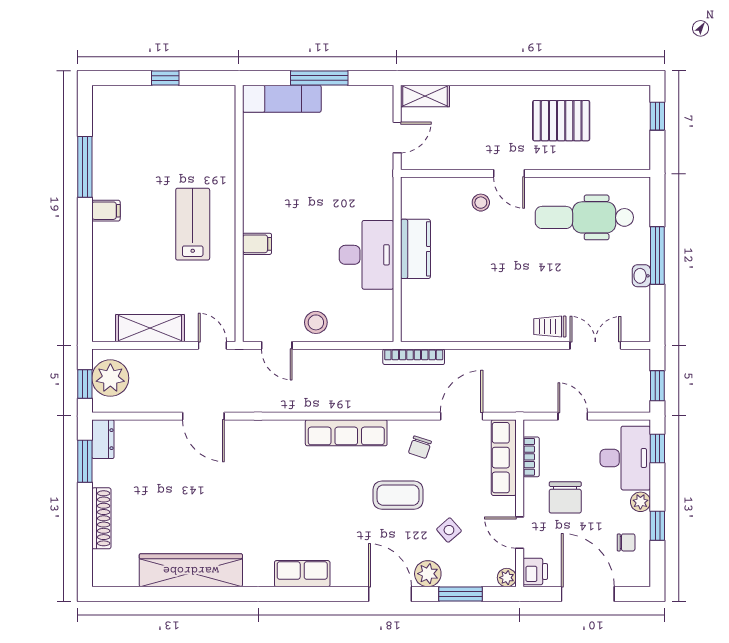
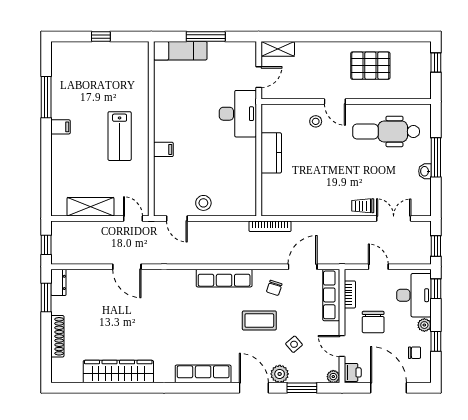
lab bench: (193, 224) -> (120, 136), turned 180
desk: (366, 255) -> (238, 114), moved
plant: (110, 378) -> (64, 241), removed
row of seats: (302, 574) -> (203, 374), width x1.48

